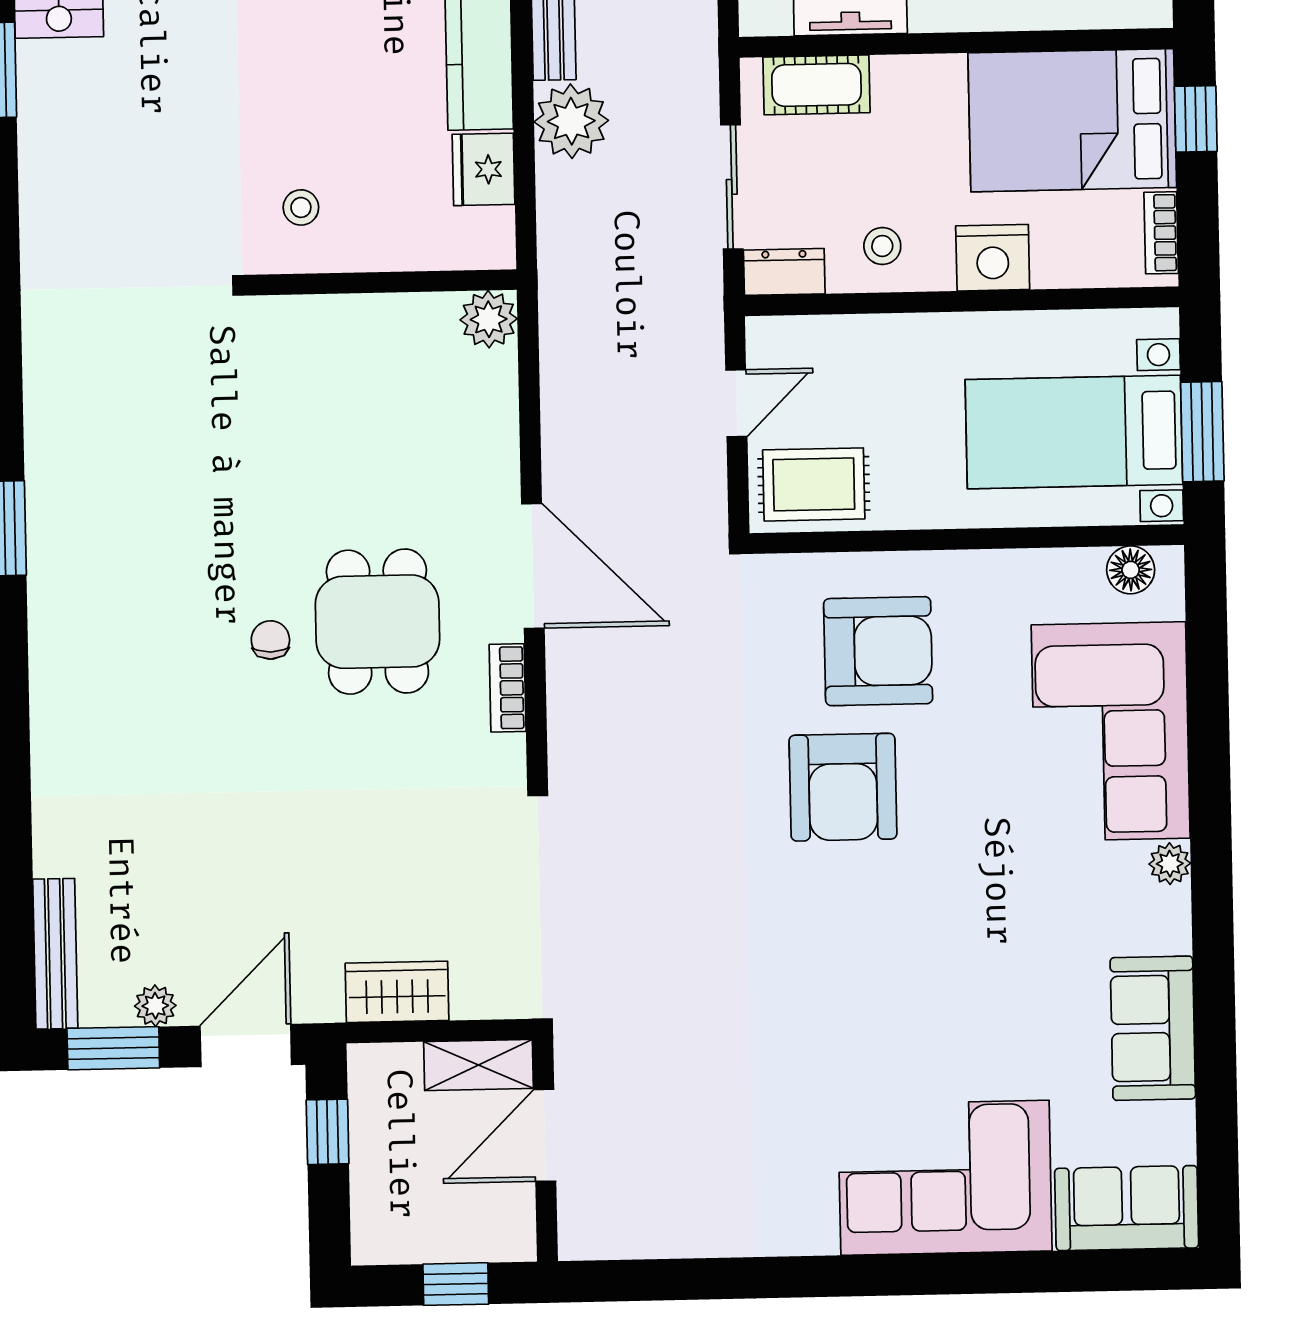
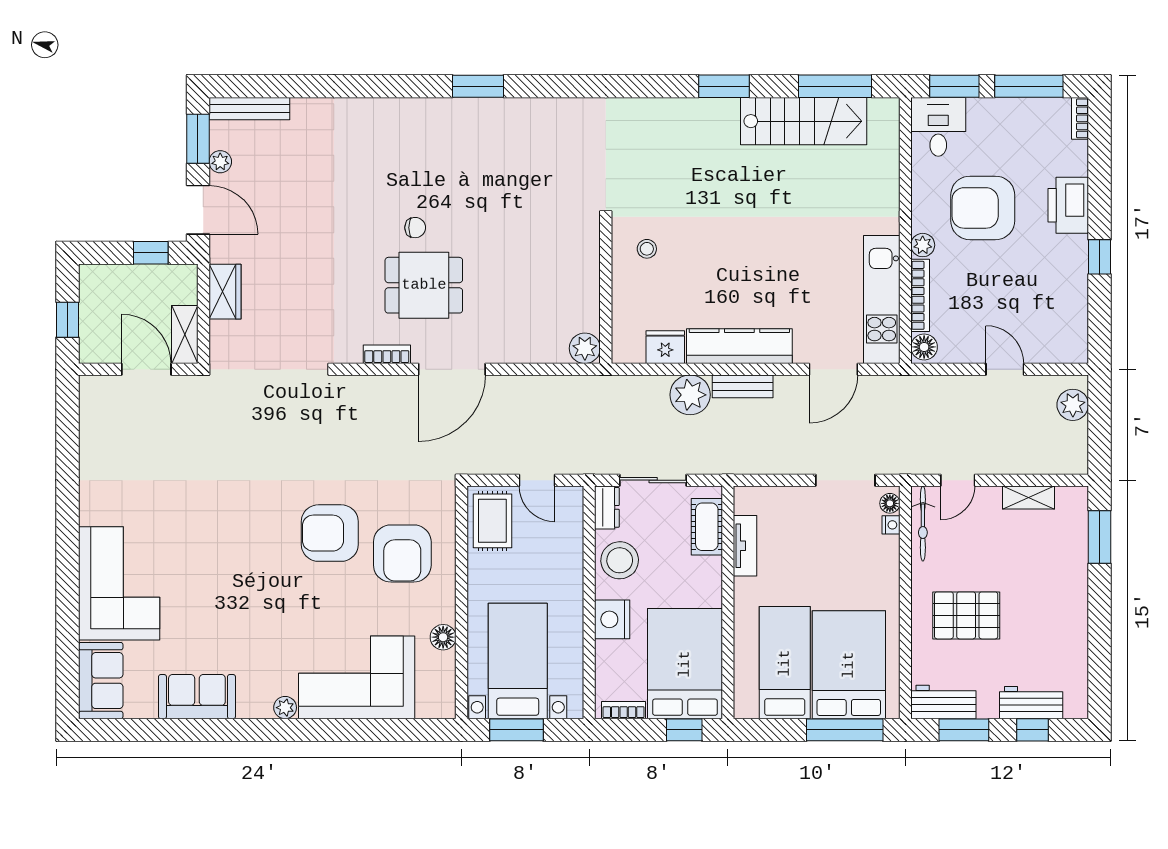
stool: (882, 246) -> (620, 560), width x1.89, depth x1.89
floor lamp: (1131, 570) -> (443, 637), moved

